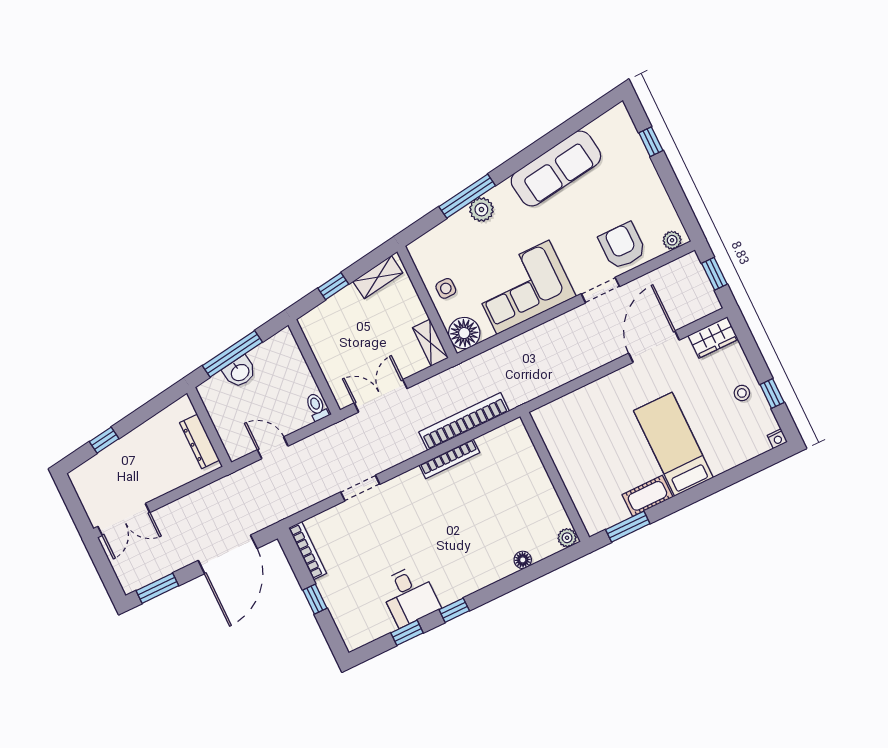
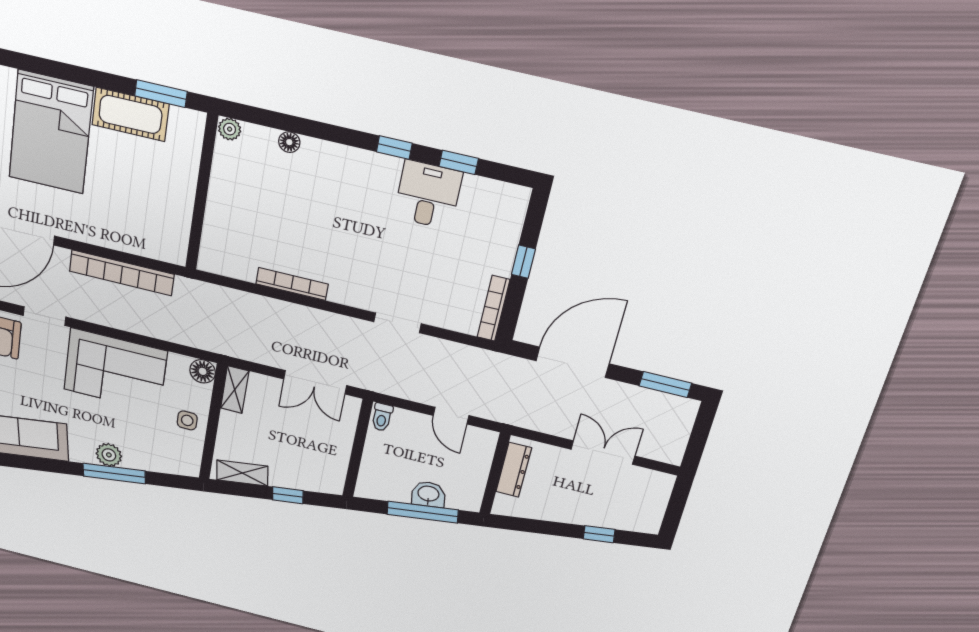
floor lamp: (464, 333) -> (203, 371), width x0.73, depth x0.73
bookcase: (464, 421) -> (122, 273), moved
bed: (673, 444) -> (51, 132), width x1.50
cot: (647, 496) -> (130, 114), width x1.37, depth x1.34
double door: (124, 519) -> (603, 453), moved

